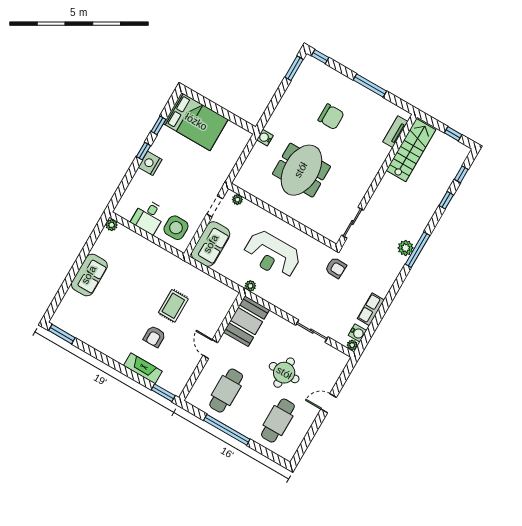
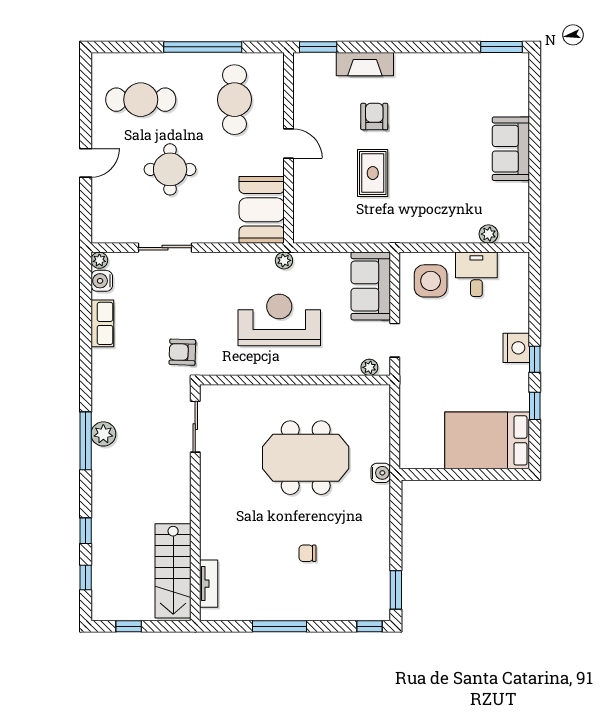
chair: (331, 117) -> (308, 553), width x0.54, depth x0.54
meeting table: (301, 170) -> (306, 458), turned 90
plant: (112, 225) -> (488, 234), moved
cafe table: (278, 421) -> (141, 100), turned 90

